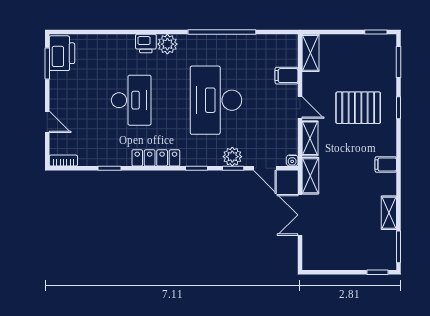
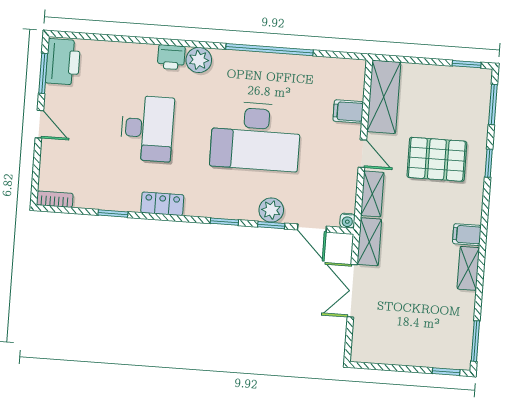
shelving: (311, 53) -> (384, 97), width x1.50, depth x1.33
desk: (216, 100) -> (256, 136), turned -90
door: (47, 122) -> (39, 124), moved
locker: (156, 158) -> (162, 204), width x0.66
shelving: (389, 213) -> (468, 268), moved

